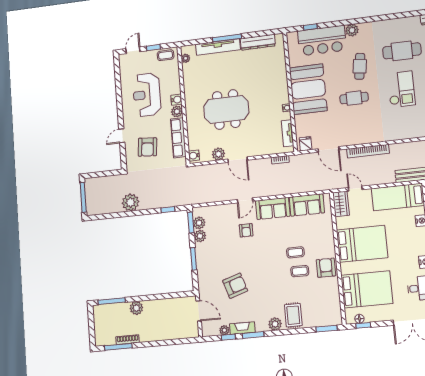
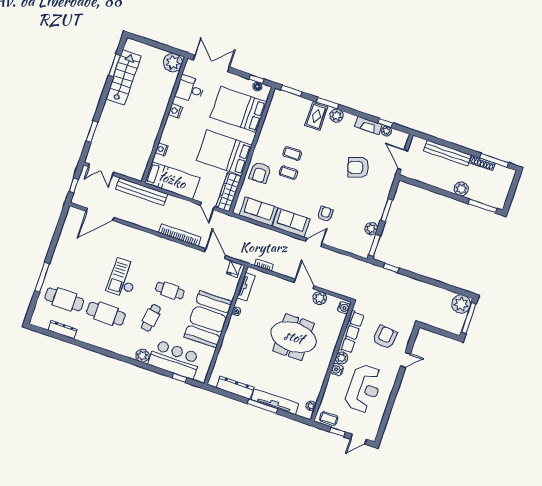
plant: (130, 202) -> (461, 304), moved
wardrobe: (341, 204) -> (229, 192), width x1.50
plant: (199, 223) -> (367, 241), removed
armchair: (326, 268) -> (260, 173), moved
bench: (162, 335) -> (448, 153), added
window: (253, 335) -> (327, 103), moved

